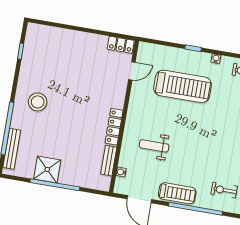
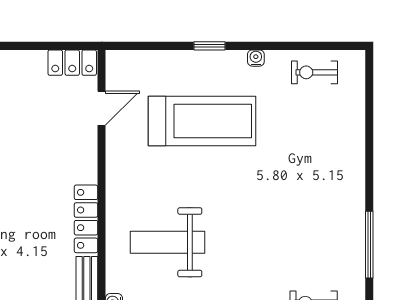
weight bench: (154, 146) -> (168, 242), width x1.36, depth x1.33

